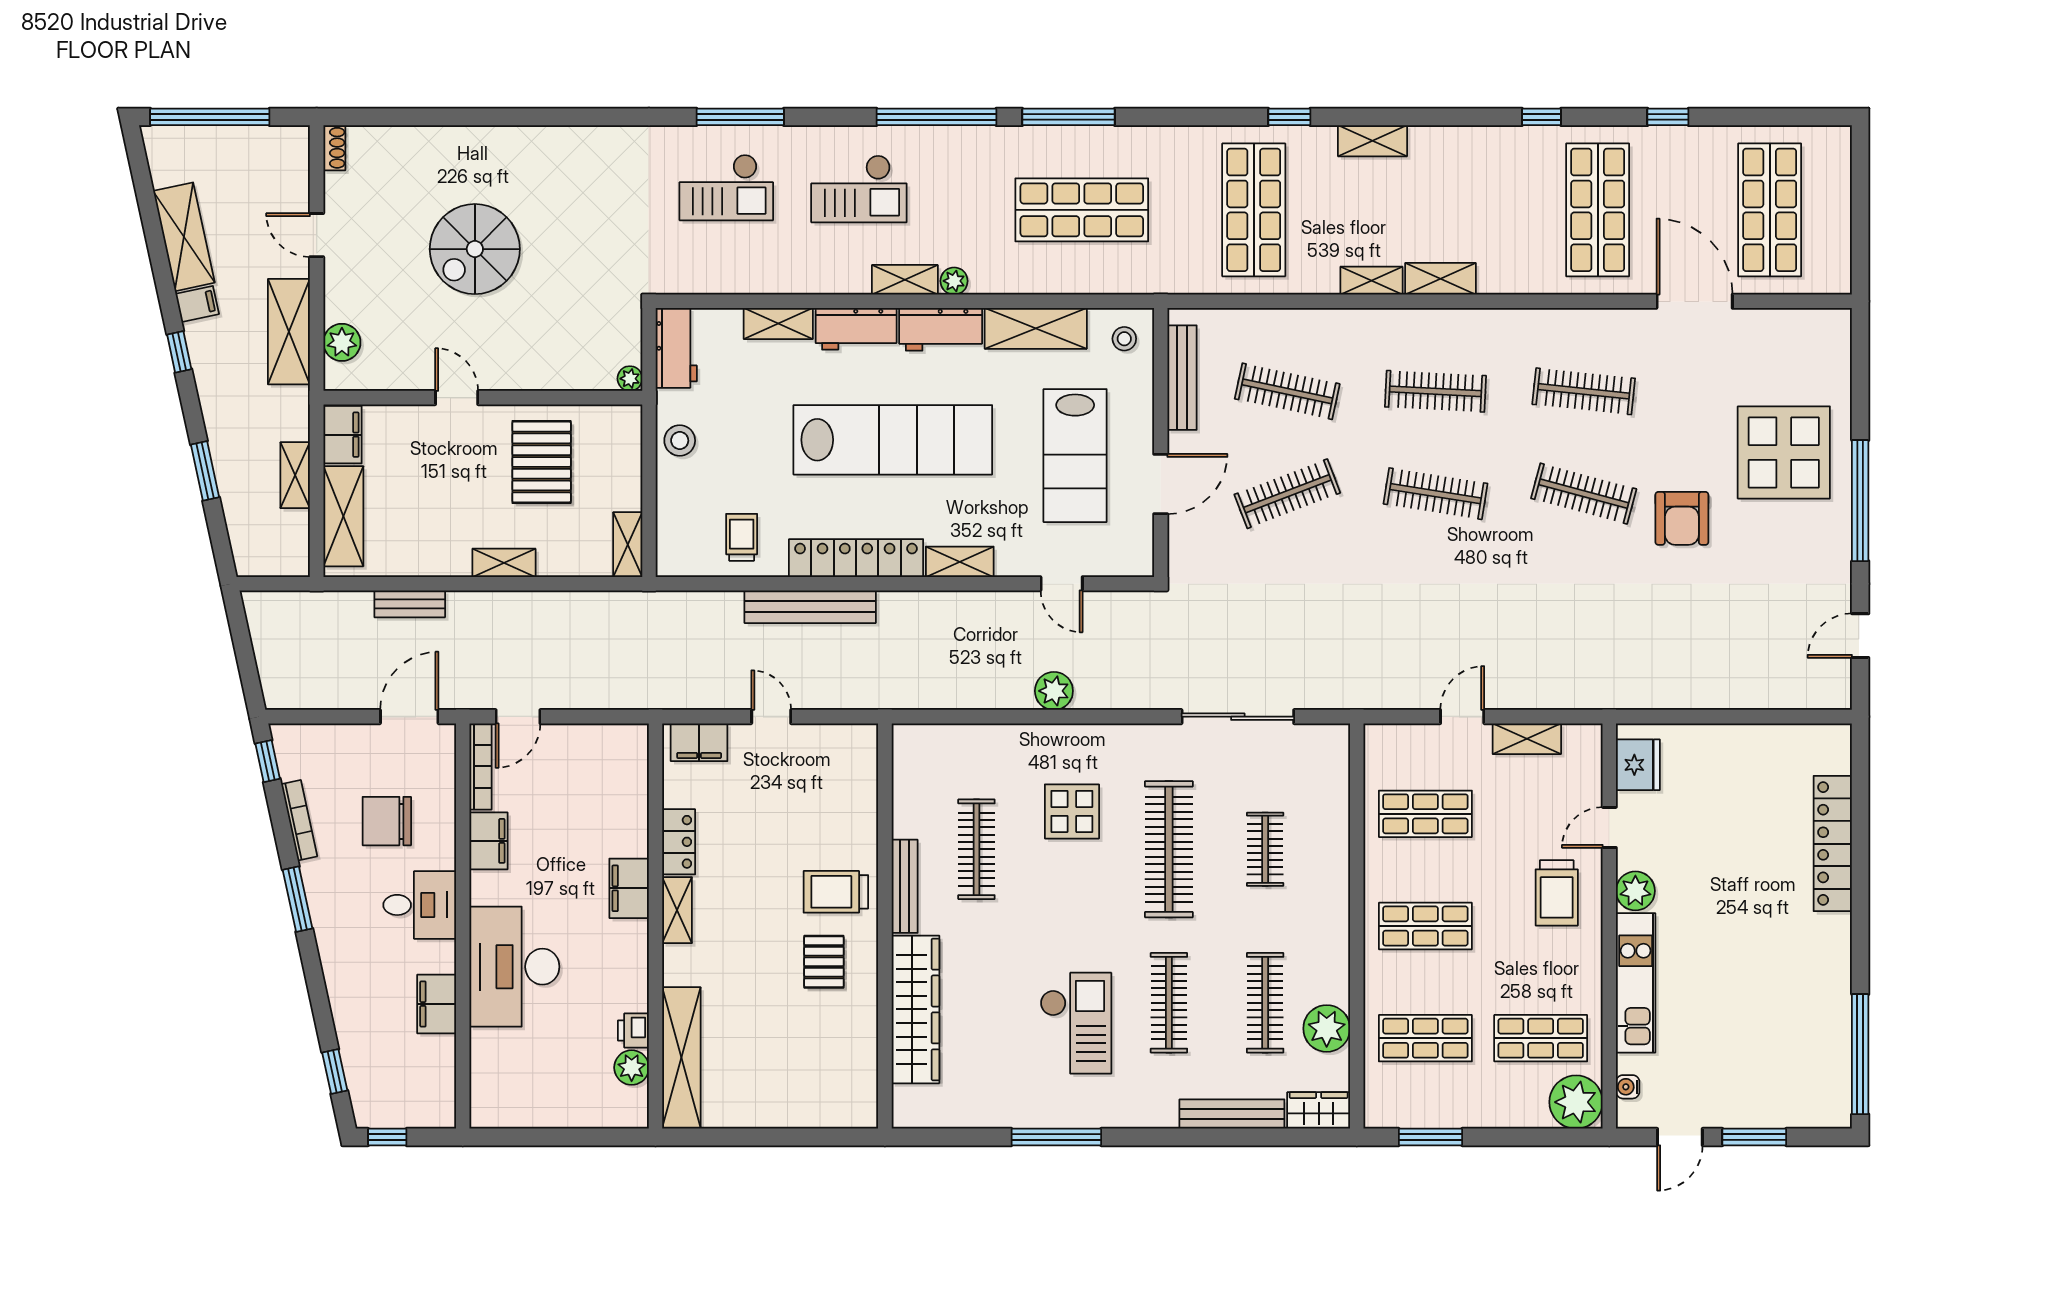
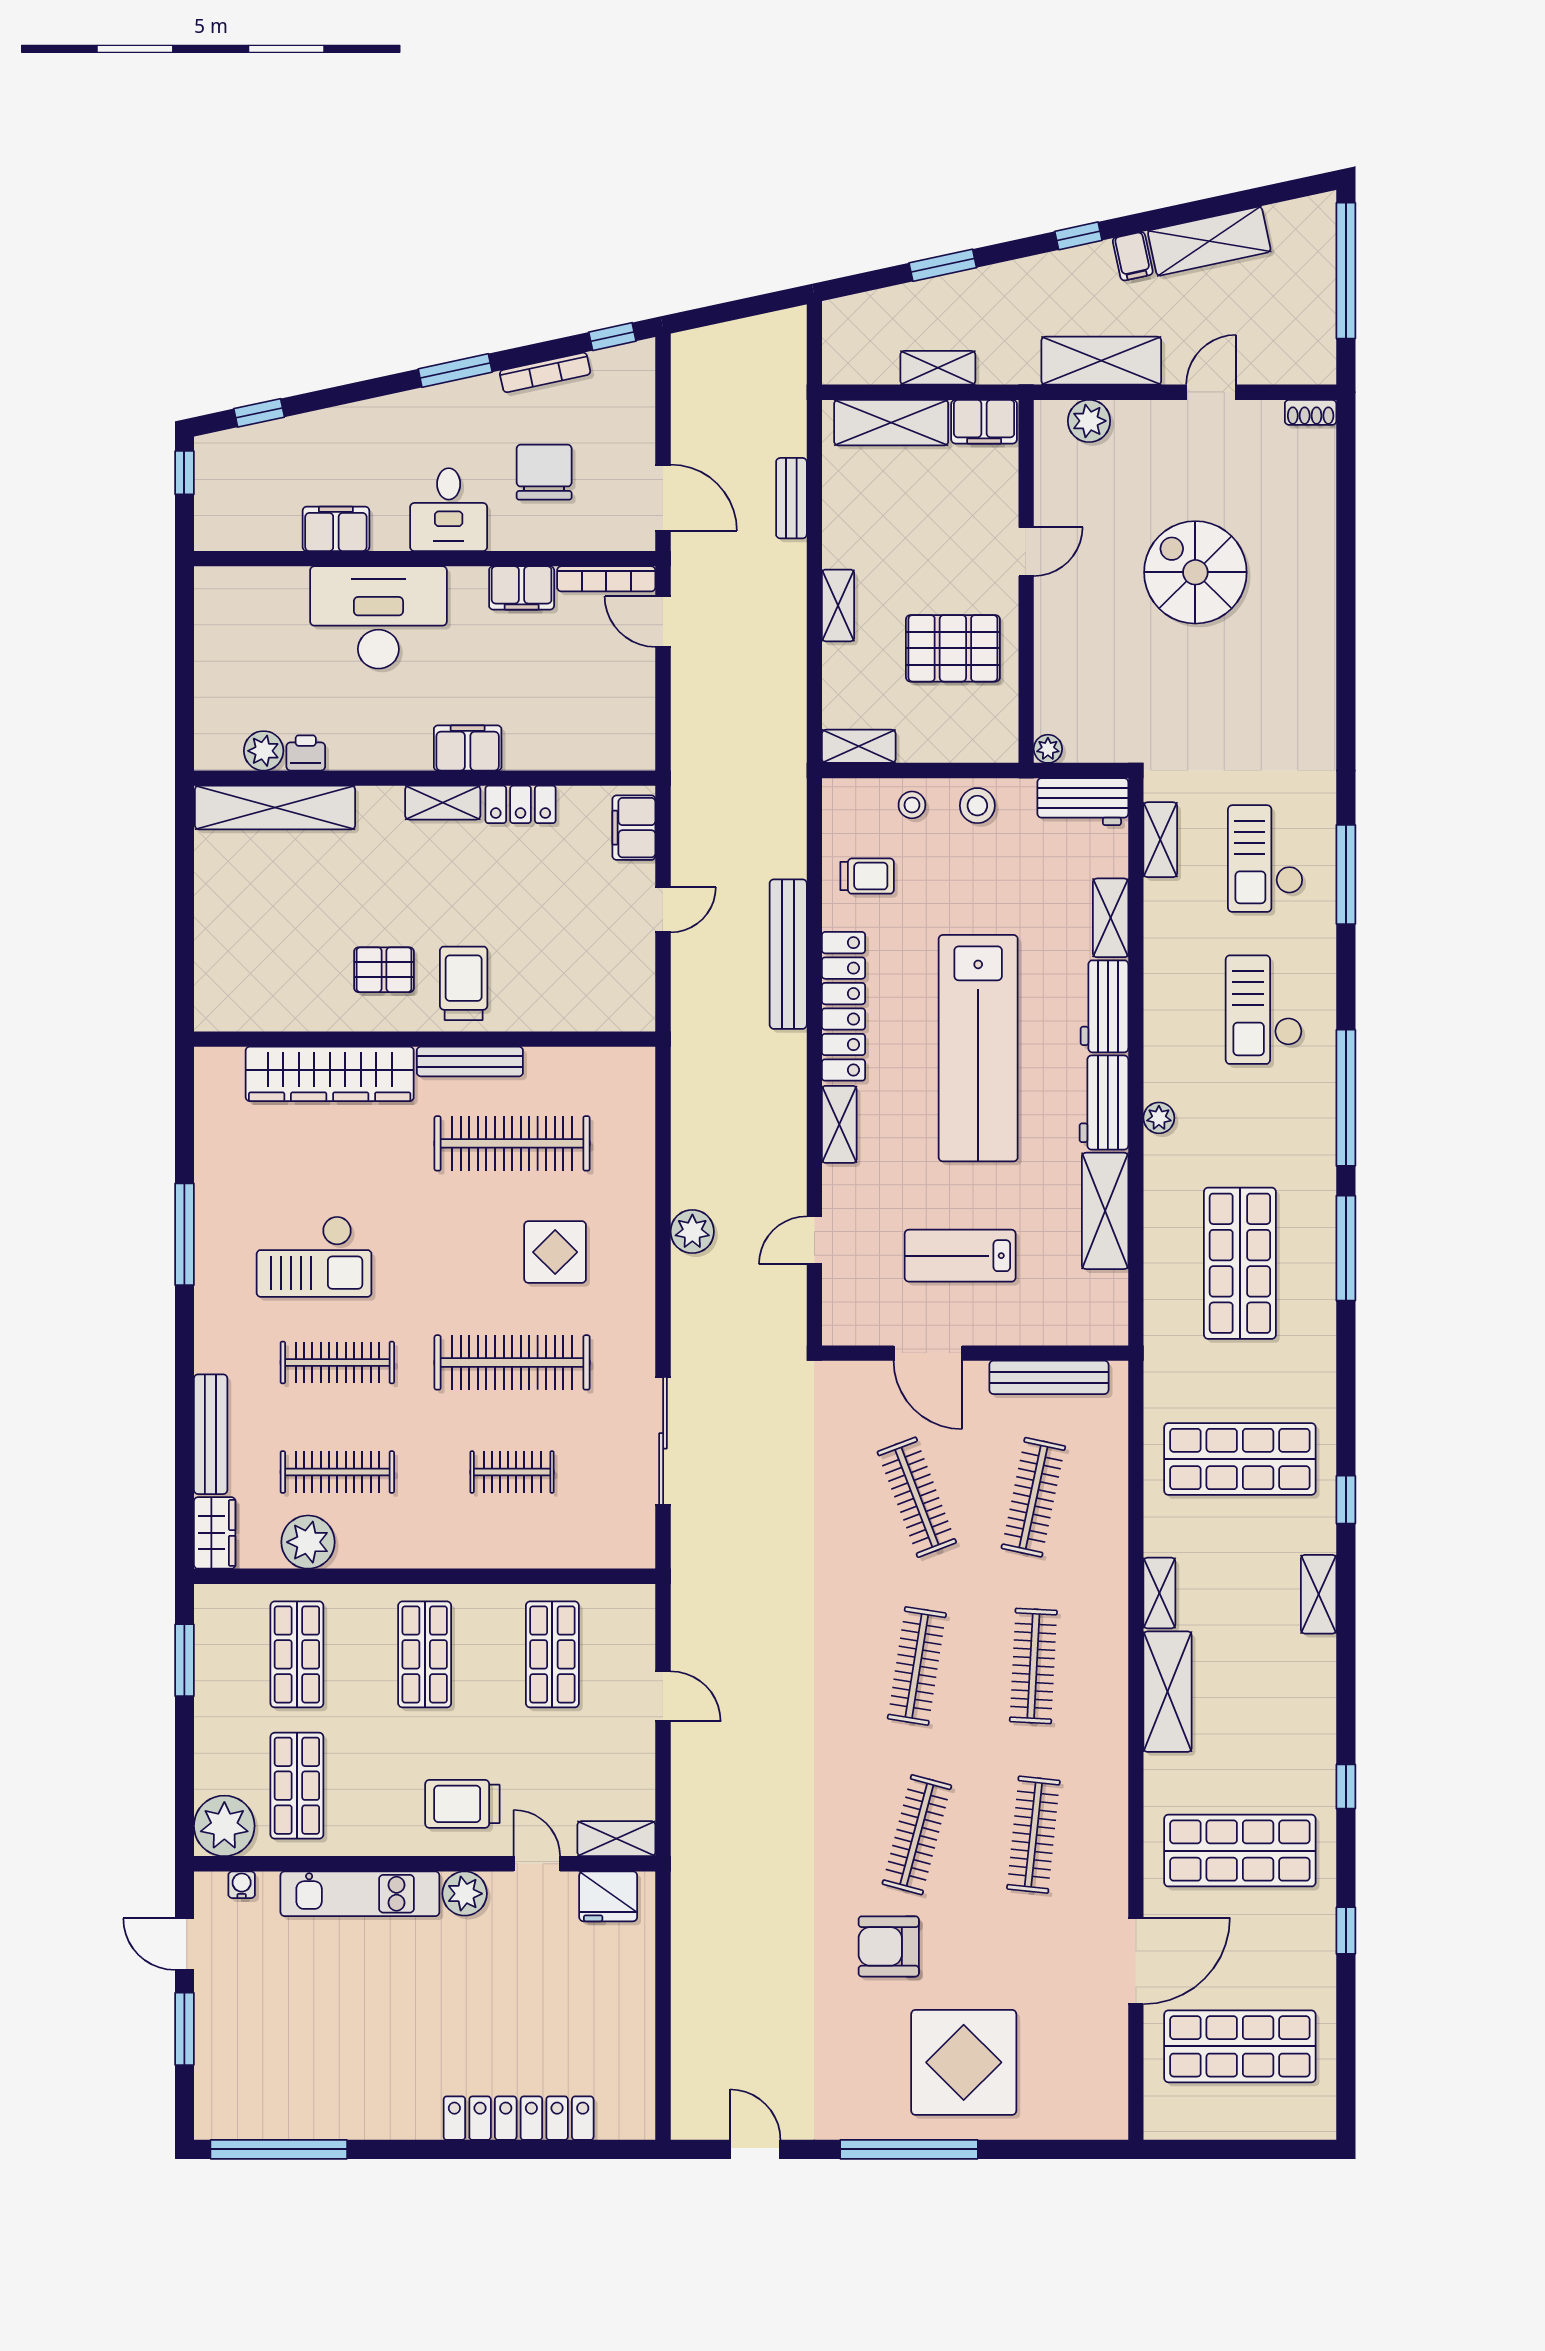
shelving: (1440, 279) -> (1168, 1692), width x1.50, depth x1.33
shelving: (905, 280) -> (1160, 840), moved
stool: (1124, 339) -> (912, 805), moved
lab bench: (1075, 456) -> (960, 1256), width x0.73, depth x0.72
shelving: (1527, 739) -> (616, 1839), moved, turned 90
clothes rail: (976, 849) -> (512, 1143), width x1.37, depth x1.31

